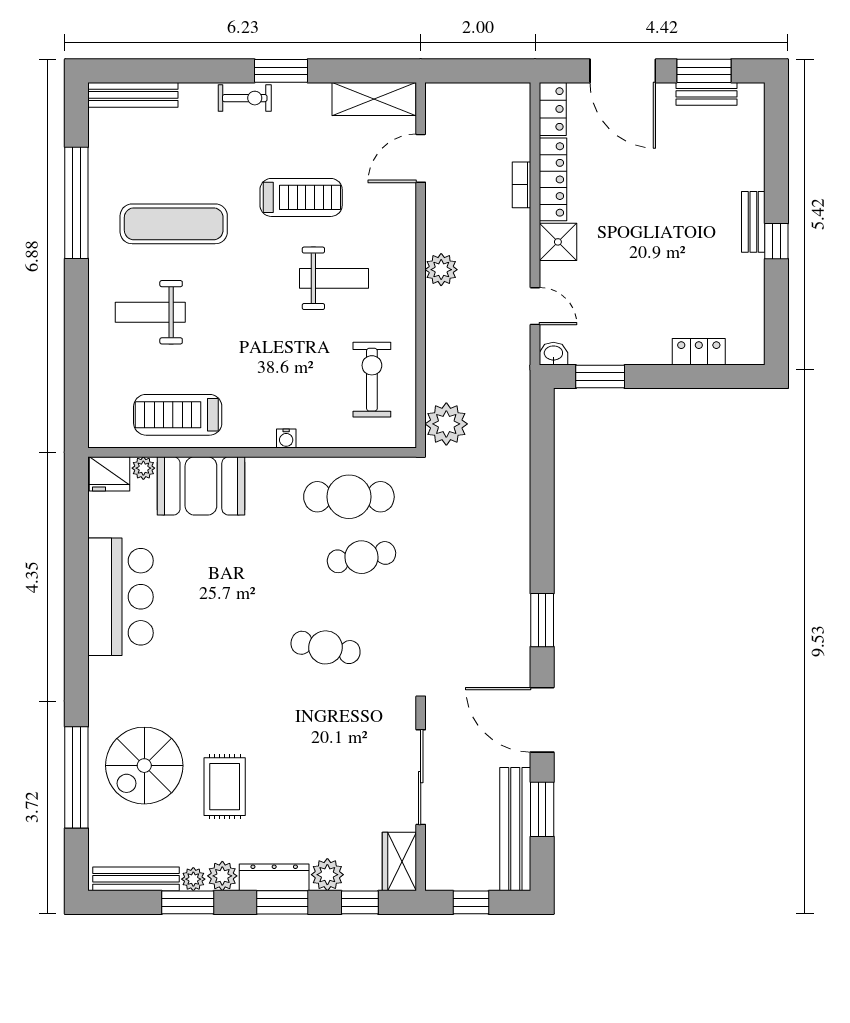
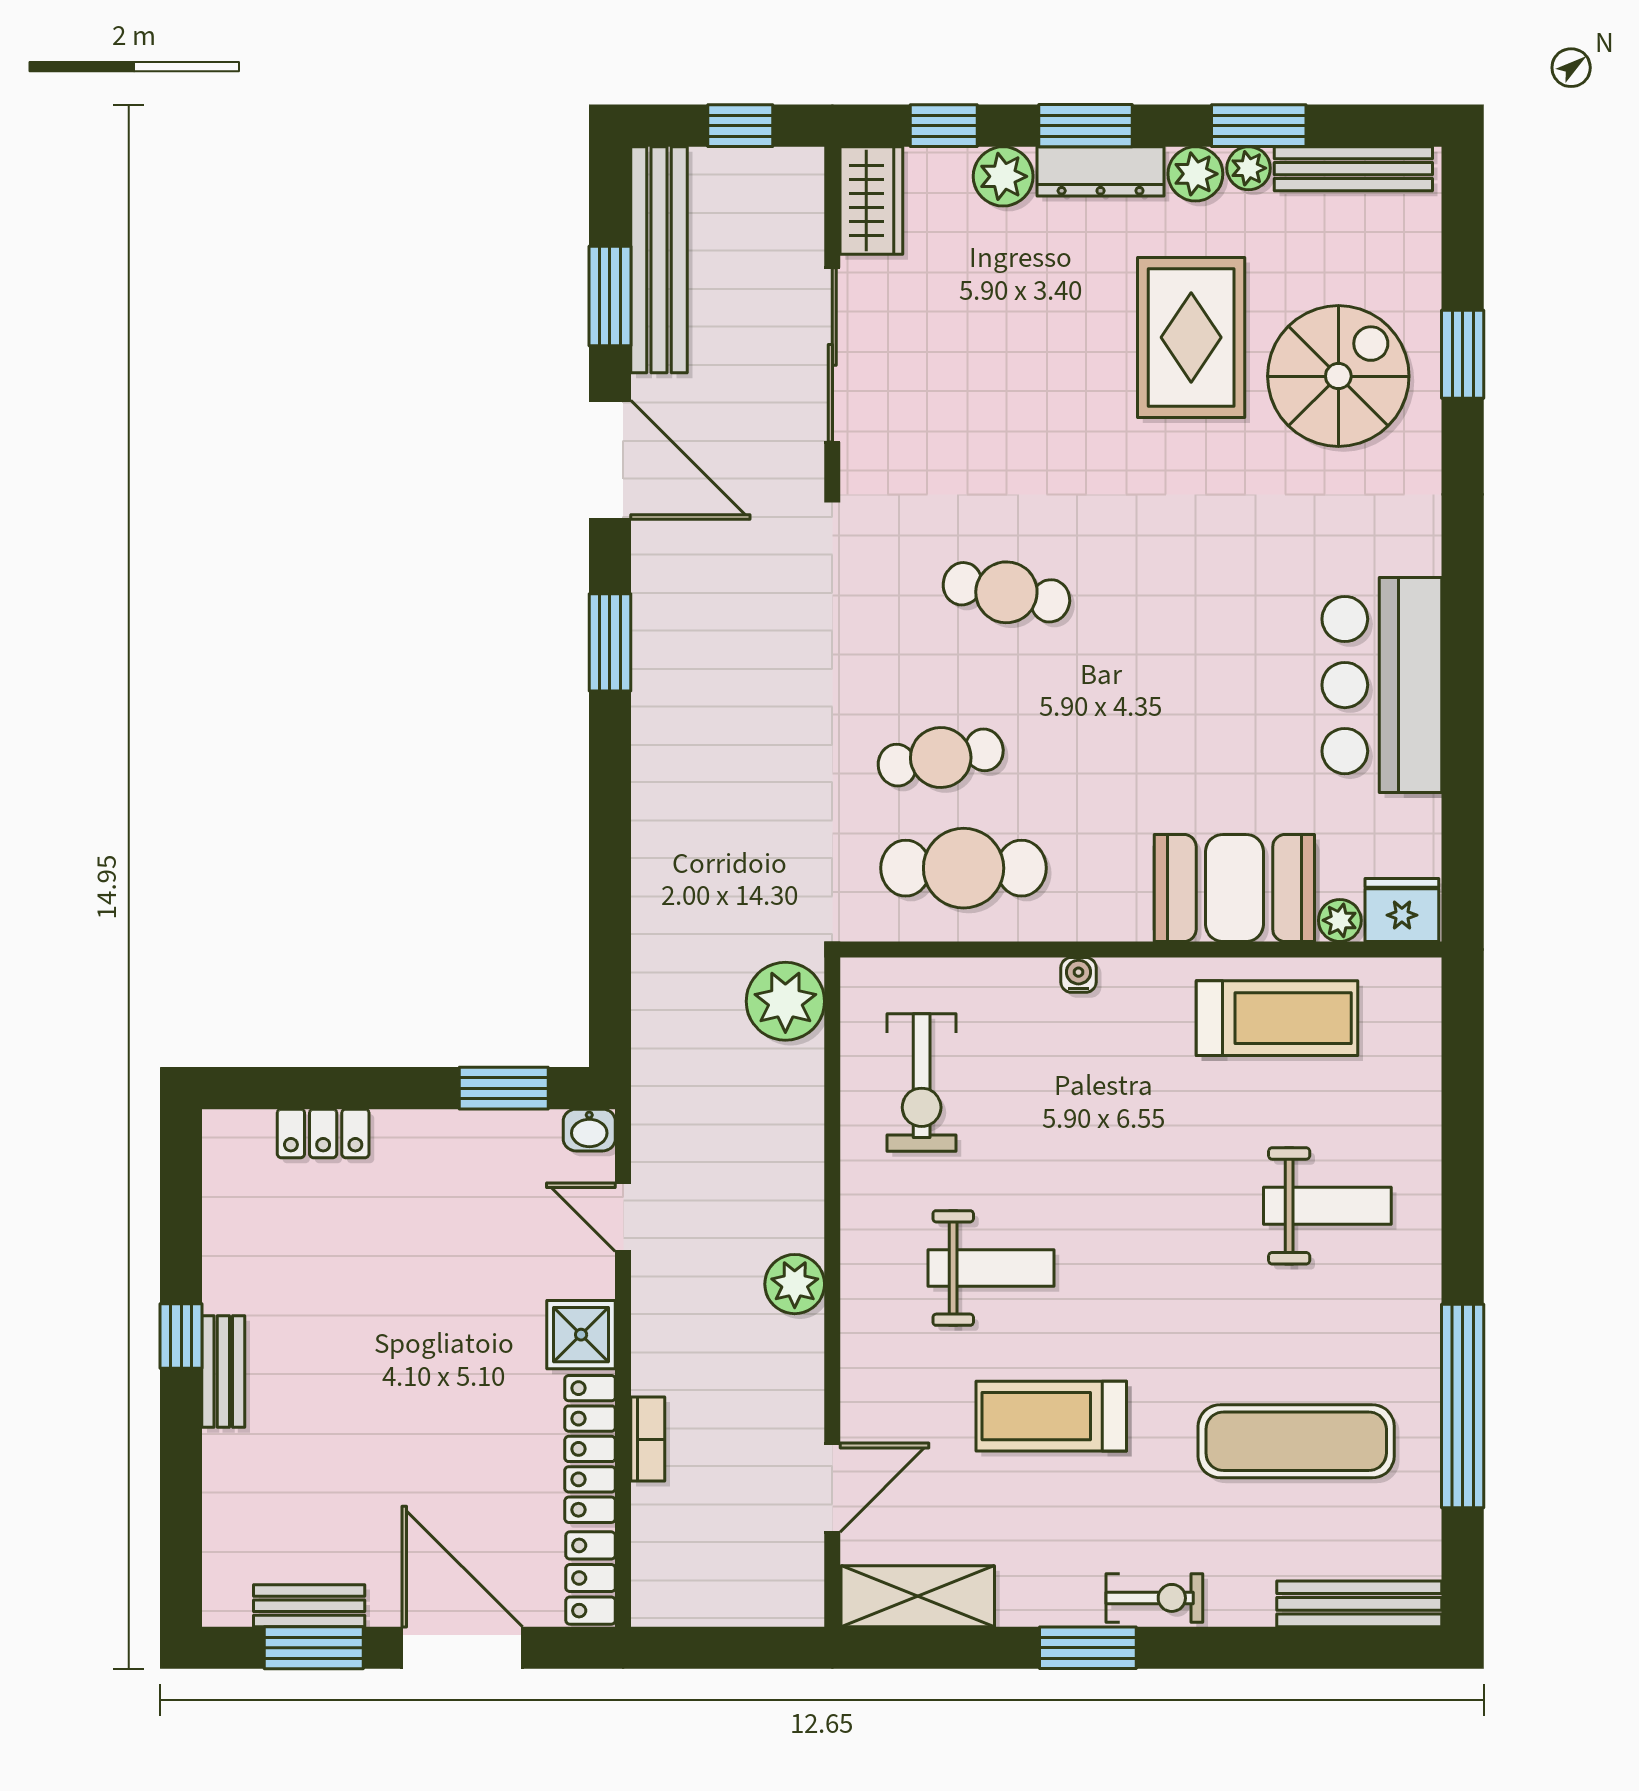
exercise bike: (245, 98) -> (1154, 1598), turned 180
exercise mat: (174, 224) -> (1296, 1441), moved
weight bench: (334, 278) -> (991, 1268), turned 180
window: (76, 777) -> (1463, 354), width x0.47
rug: (225, 787) -> (1191, 337), width x1.36, depth x1.43

